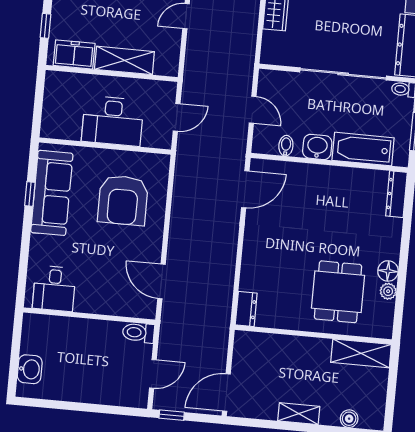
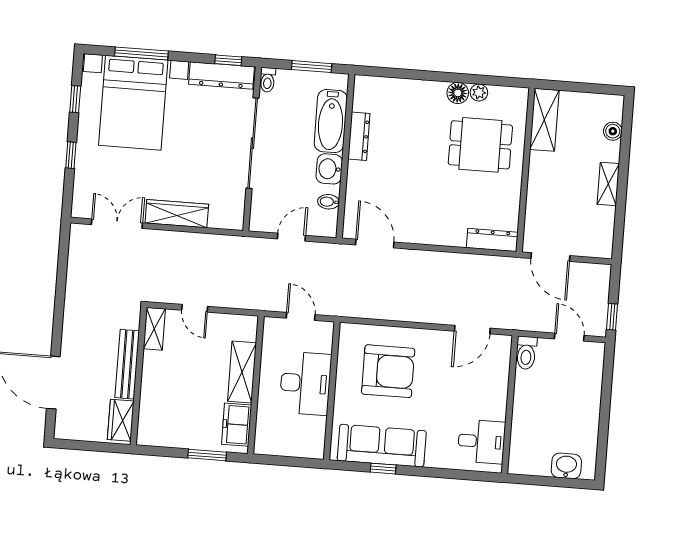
window: (45, 26) -> (207, 455), width x1.50
dresser: (396, 194) -> (359, 136), moved, turned -90
dresser: (246, 309) -> (492, 240), width x1.44
door: (226, 392) -> (550, 257), moved

